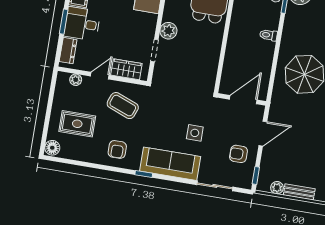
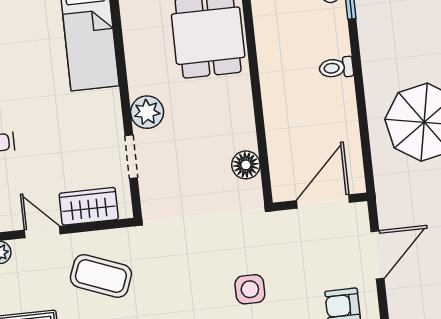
floor lamp: (210, 71) -> (246, 165), added
door: (100, 76) -> (42, 232), hinge flipped

